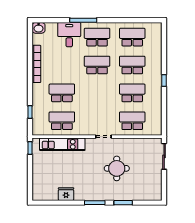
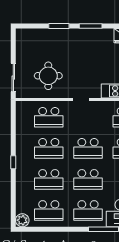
plant: (156, 28) -> (22, 220), added
school desk: (97, 93) -> (88, 148), added
round table: (117, 168) -> (48, 76), moved

